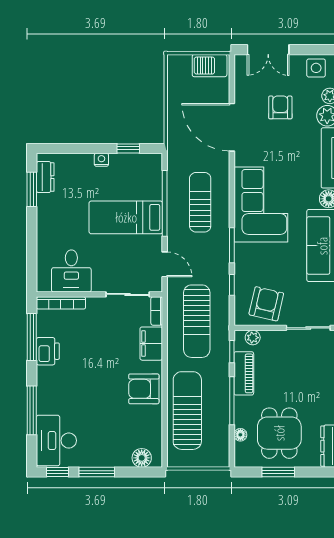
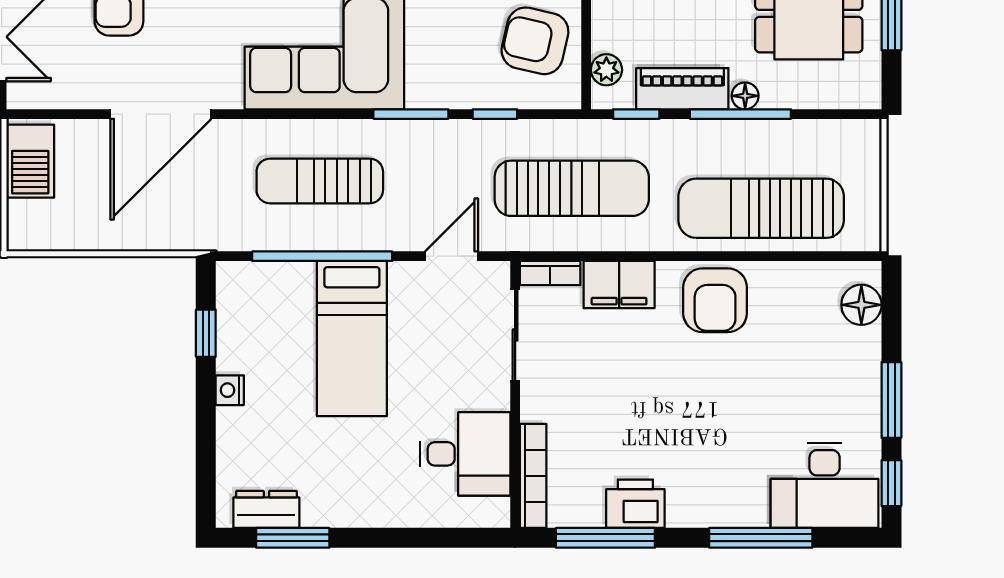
floor lamp: (240, 435) -> (745, 96), moved

